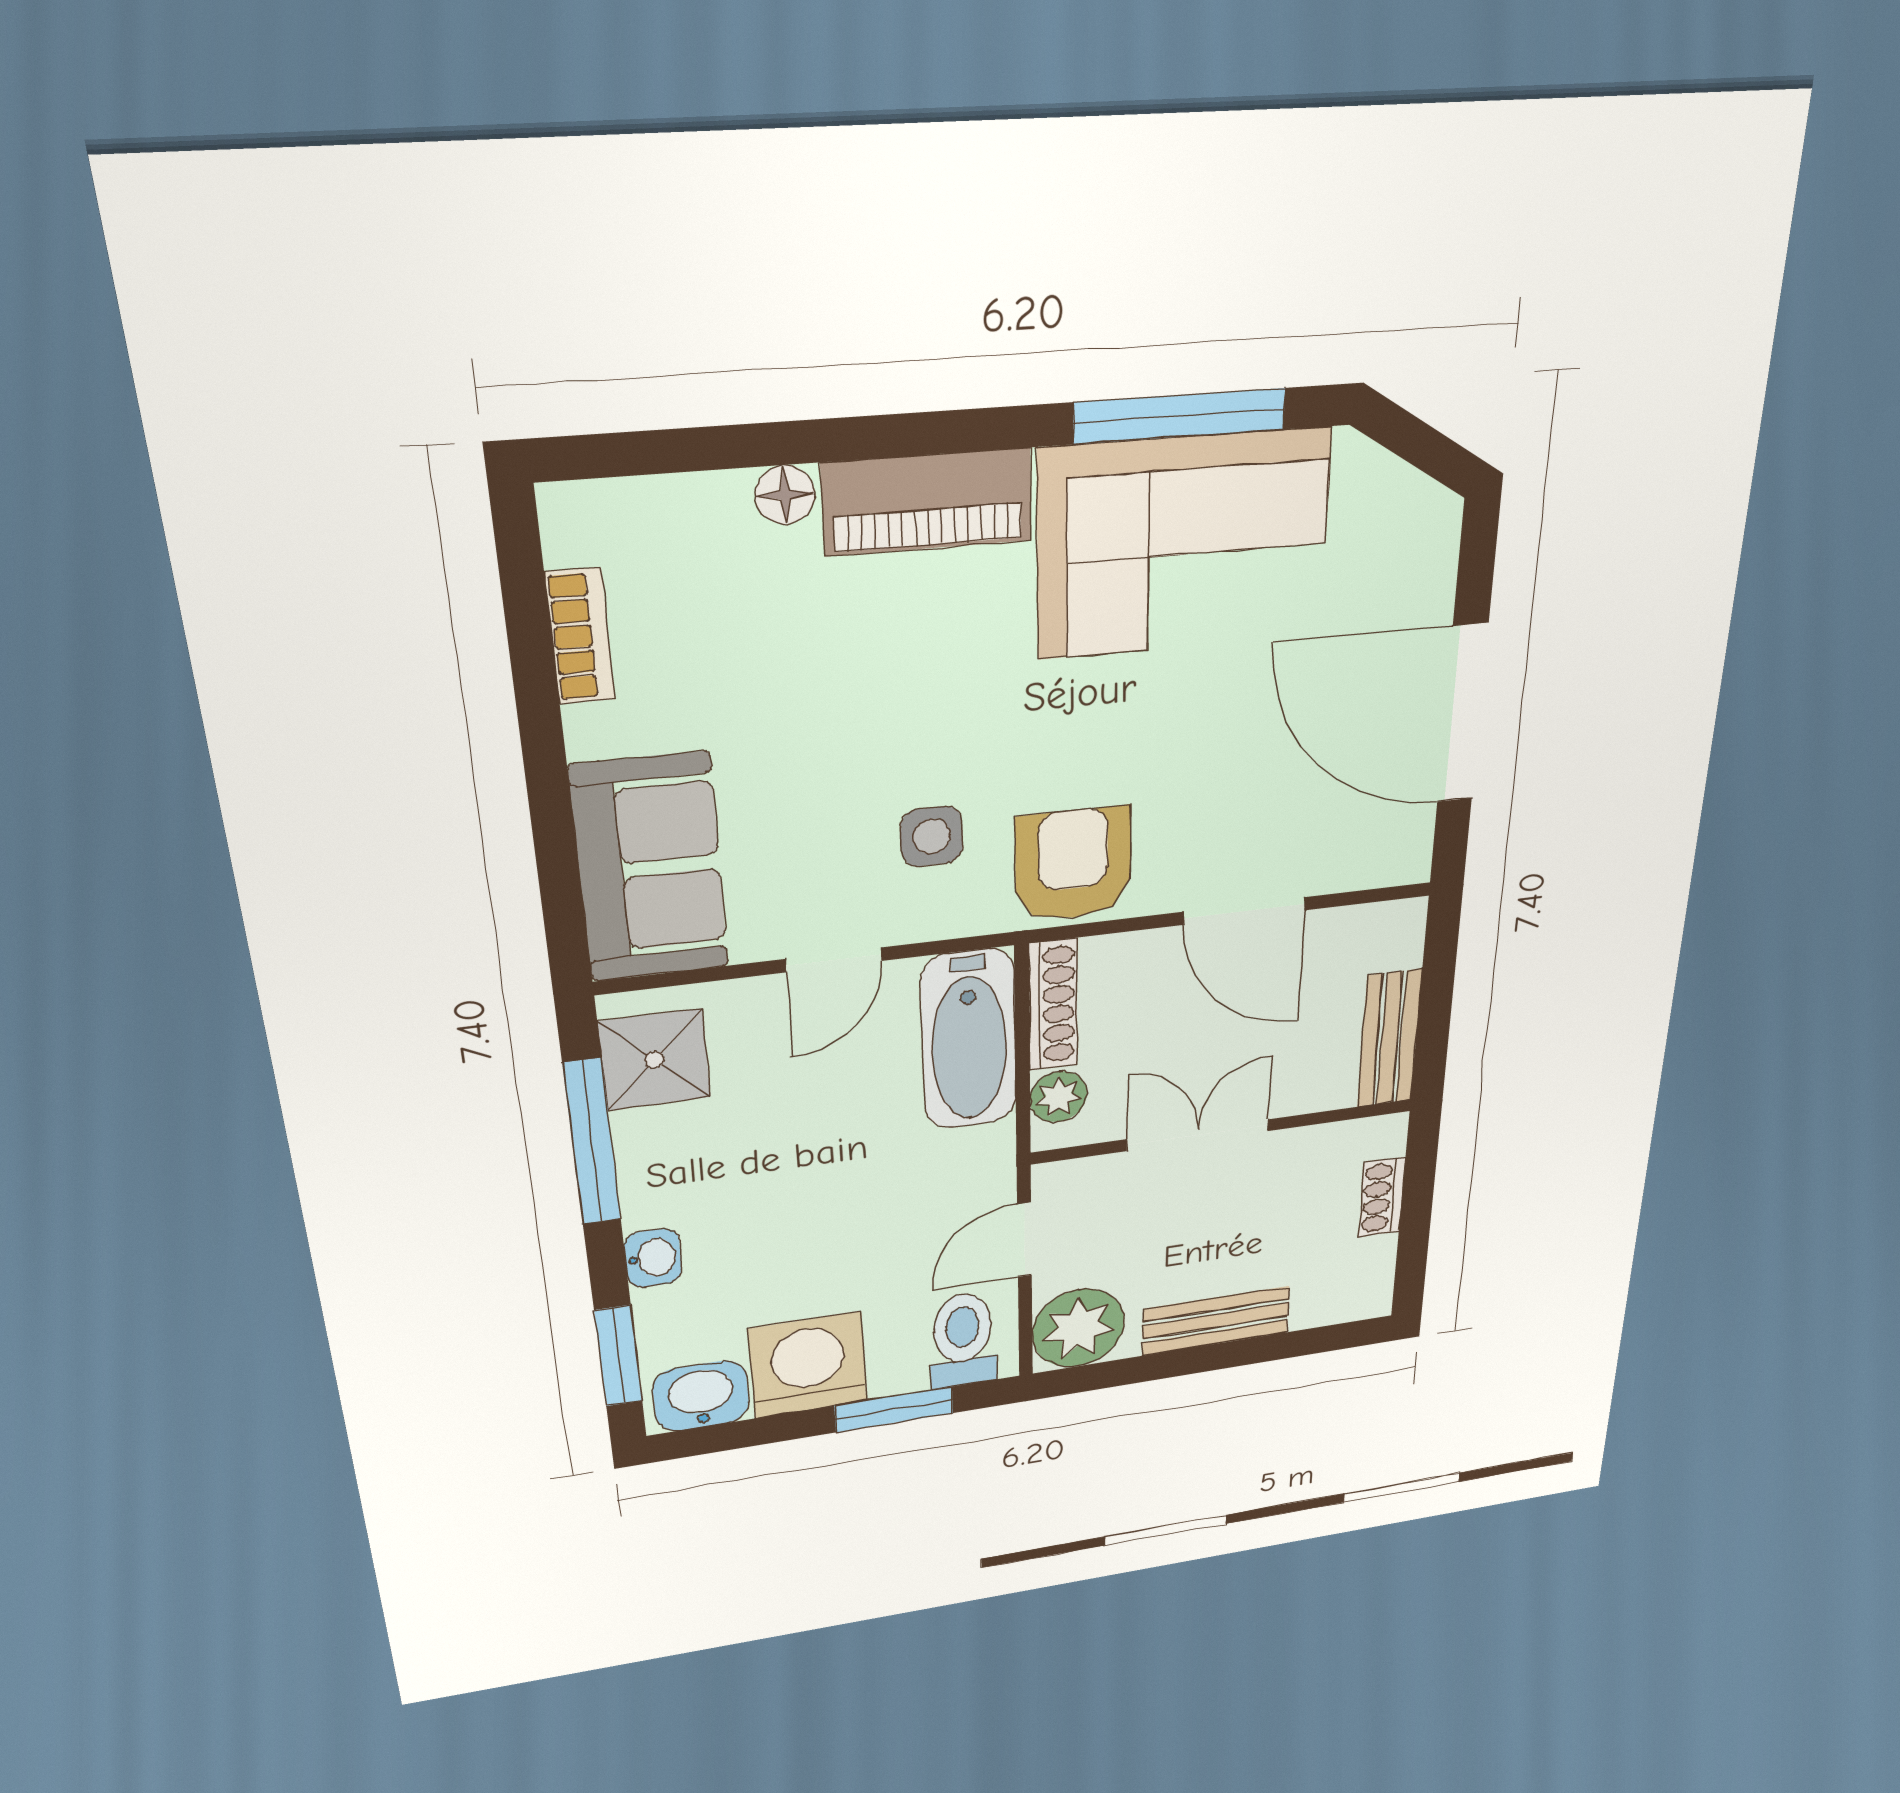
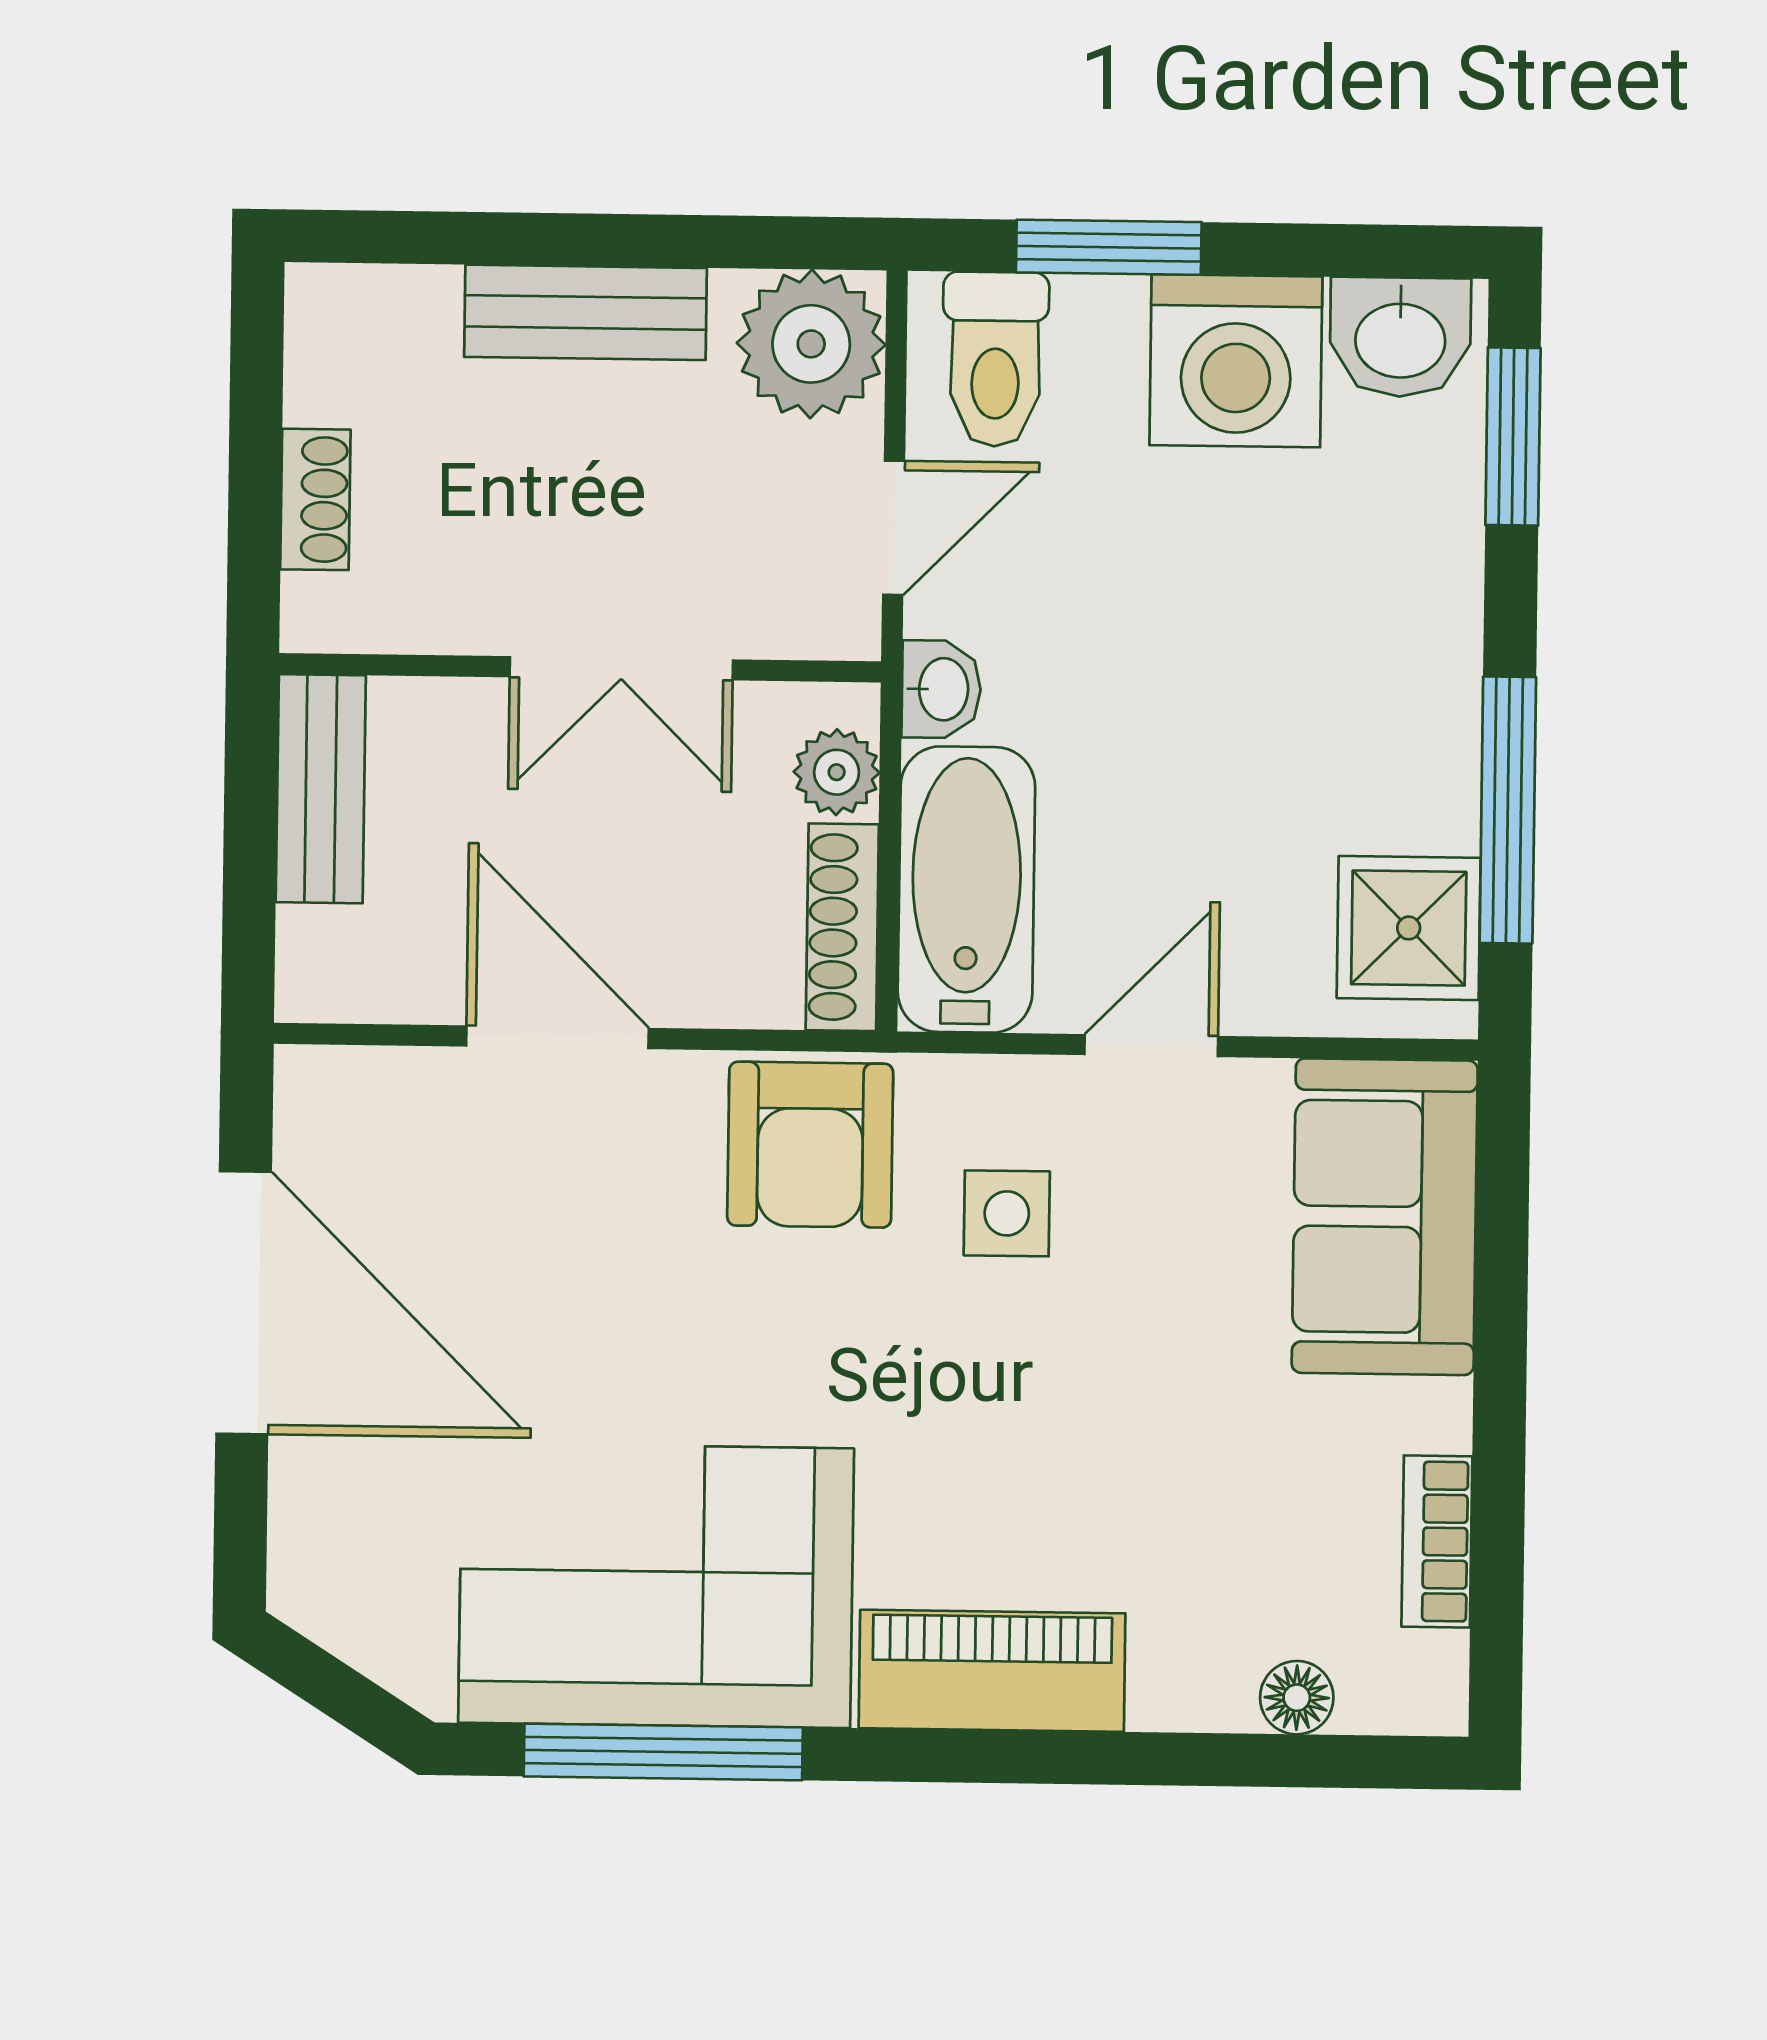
floor lamp: (785, 495) -> (1297, 1698), moved
washbasin: (653, 1258) -> (941, 689), moved, turned 180

